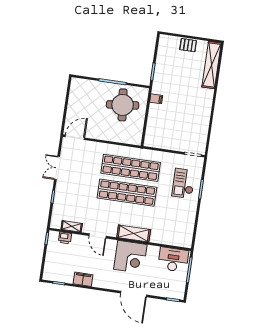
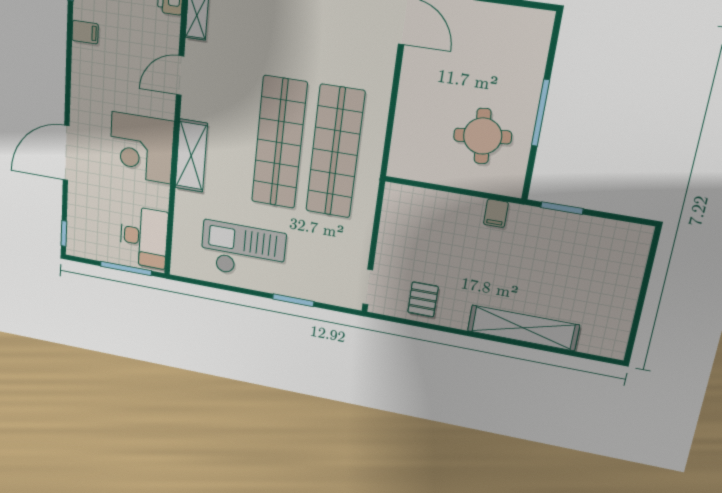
pallet: (188, 45) -> (423, 299), moved
shelving: (211, 65) -> (523, 328), moved
round table: (123, 105) -> (483, 136), width x0.73, depth x0.73
checkout: (184, 183) -> (243, 251), moved, width x1.36, depth x1.21
filing cabinet: (83, 279) -> (85, 32), width x0.50

